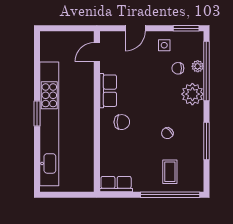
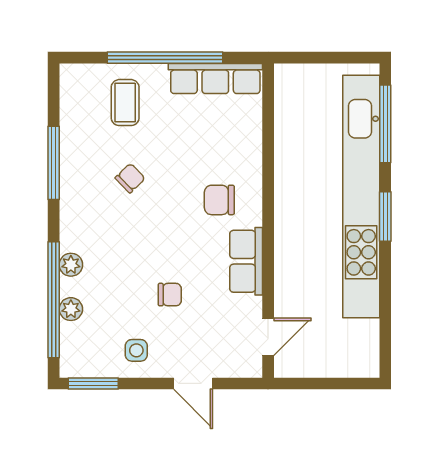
door: (135, 28) -> (193, 383), swing flipped
chair: (178, 68) -> (170, 295), moved
plant: (192, 94) -> (71, 265), width x0.53, depth x0.53
window: (37, 161) -> (385, 124), added
row of seats: (116, 184) -> (215, 78), width x1.48
window: (170, 195) -> (165, 58), moved

